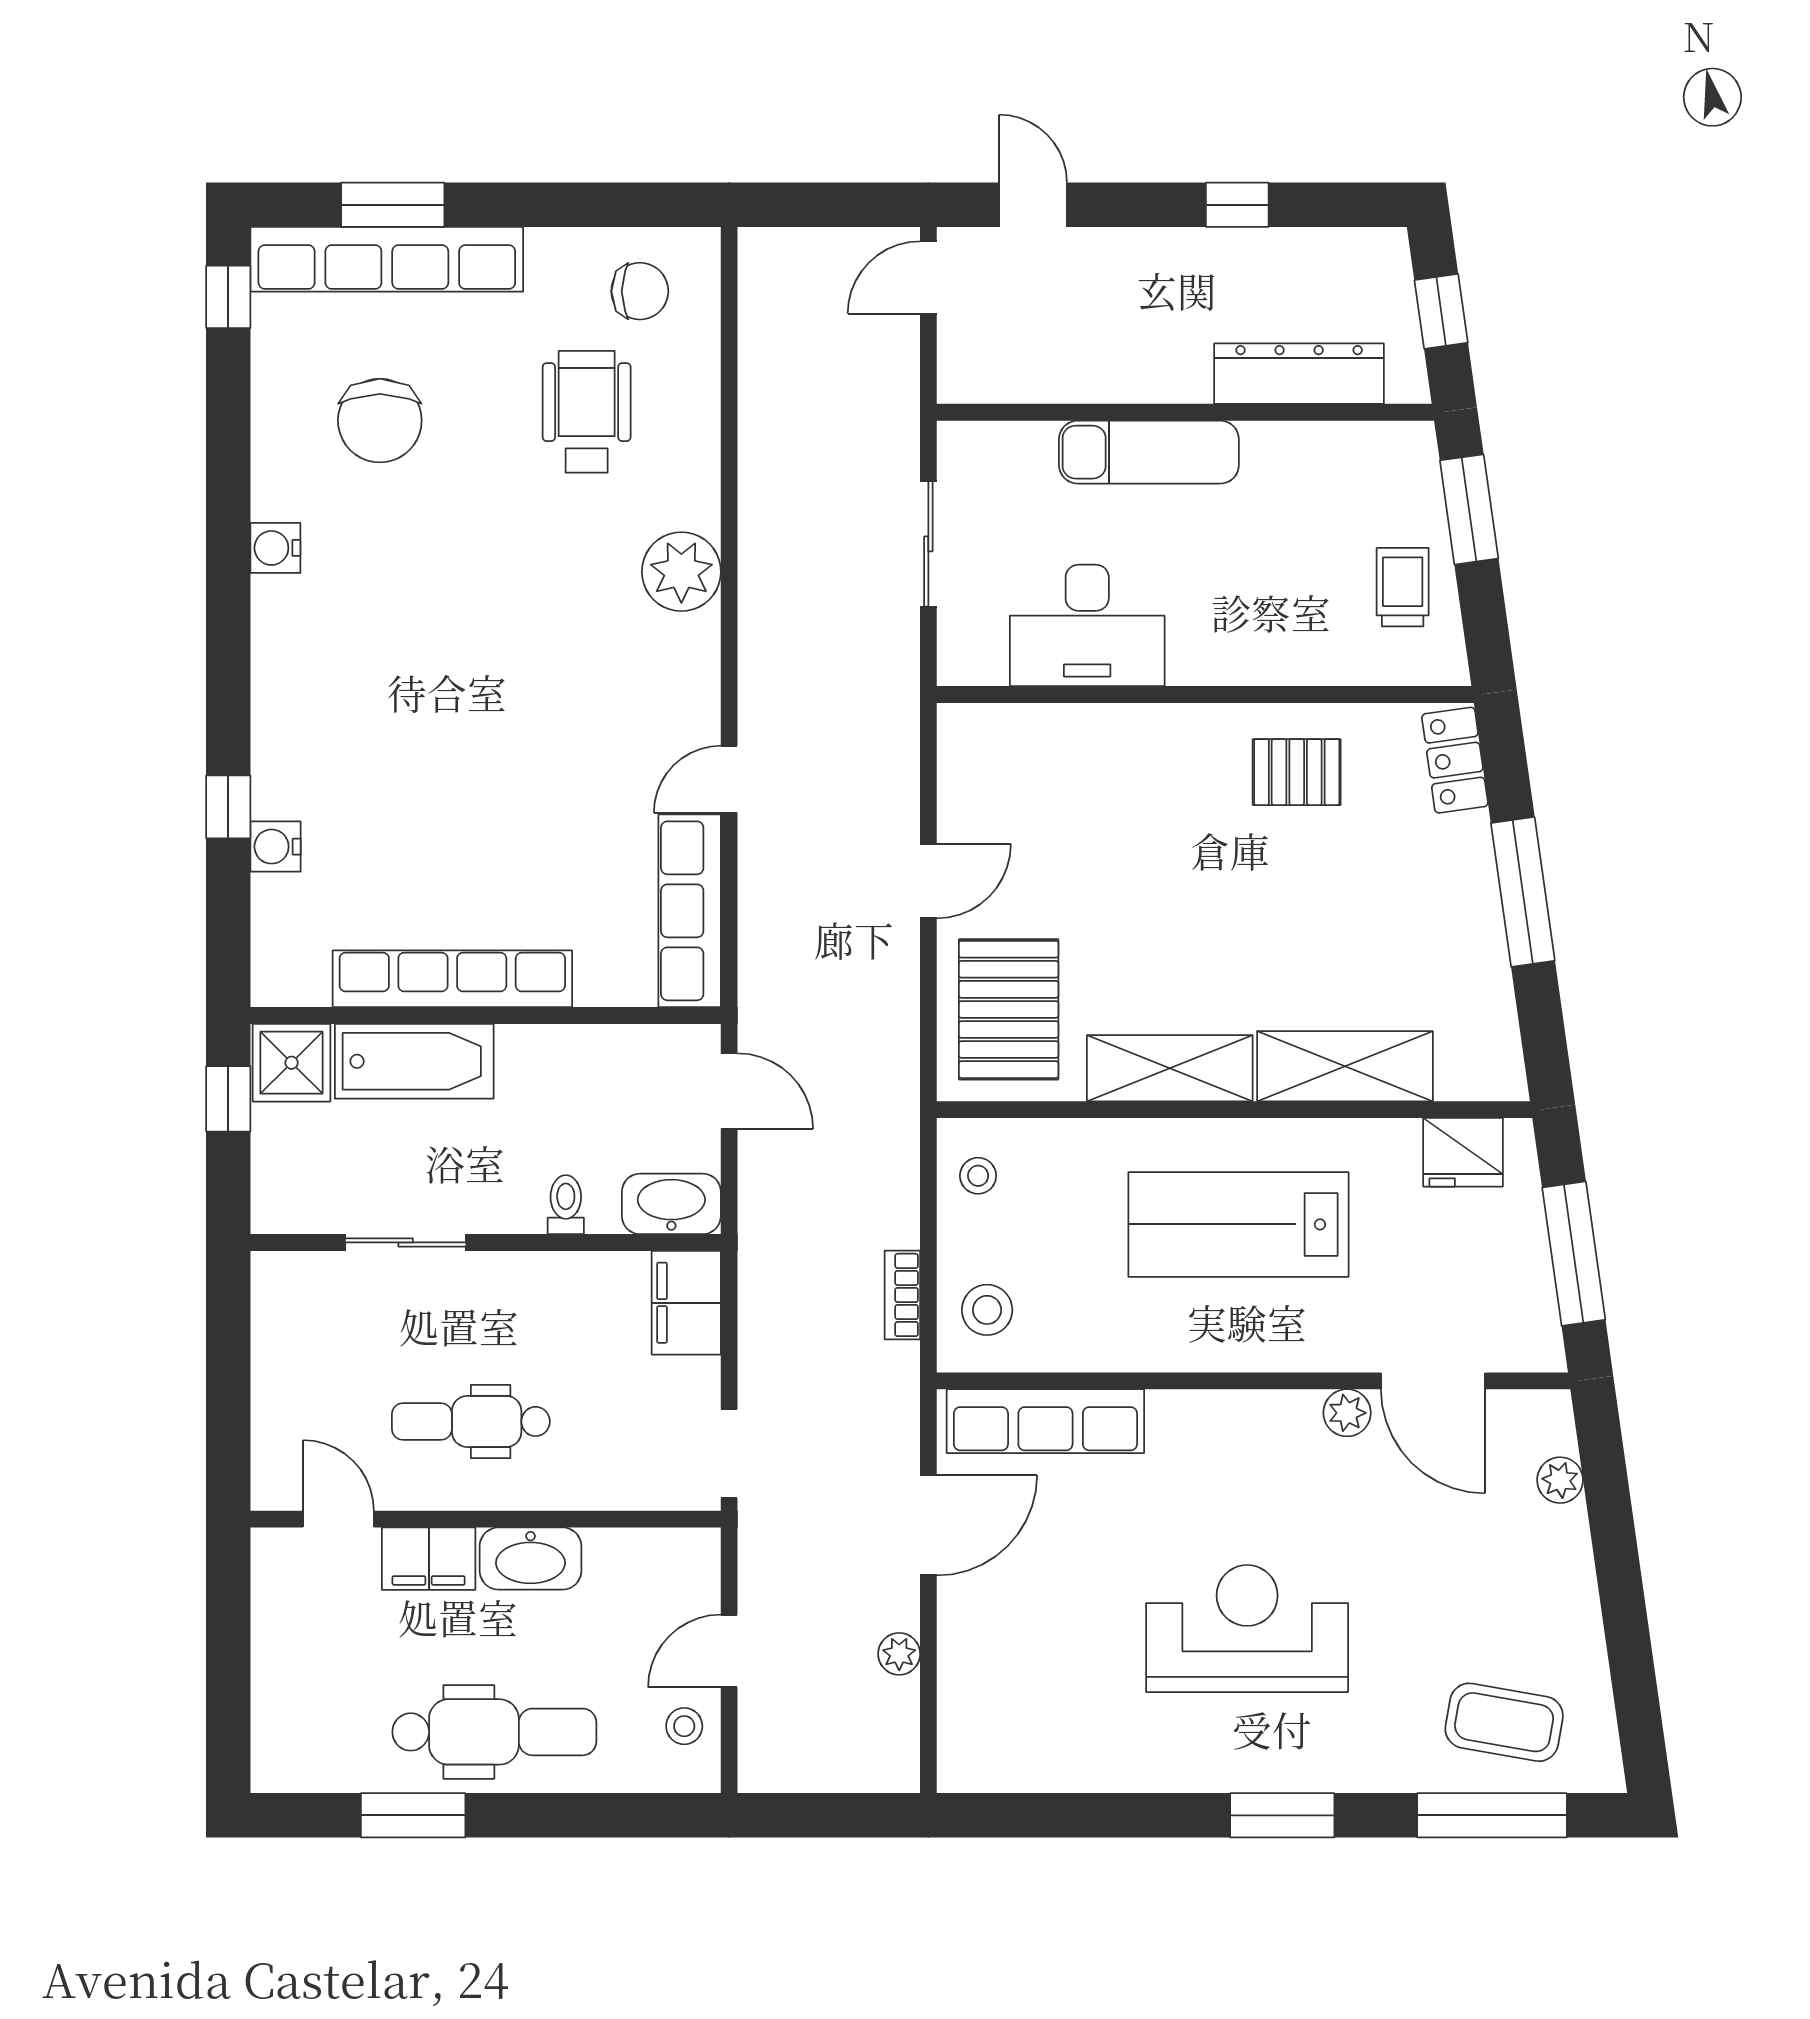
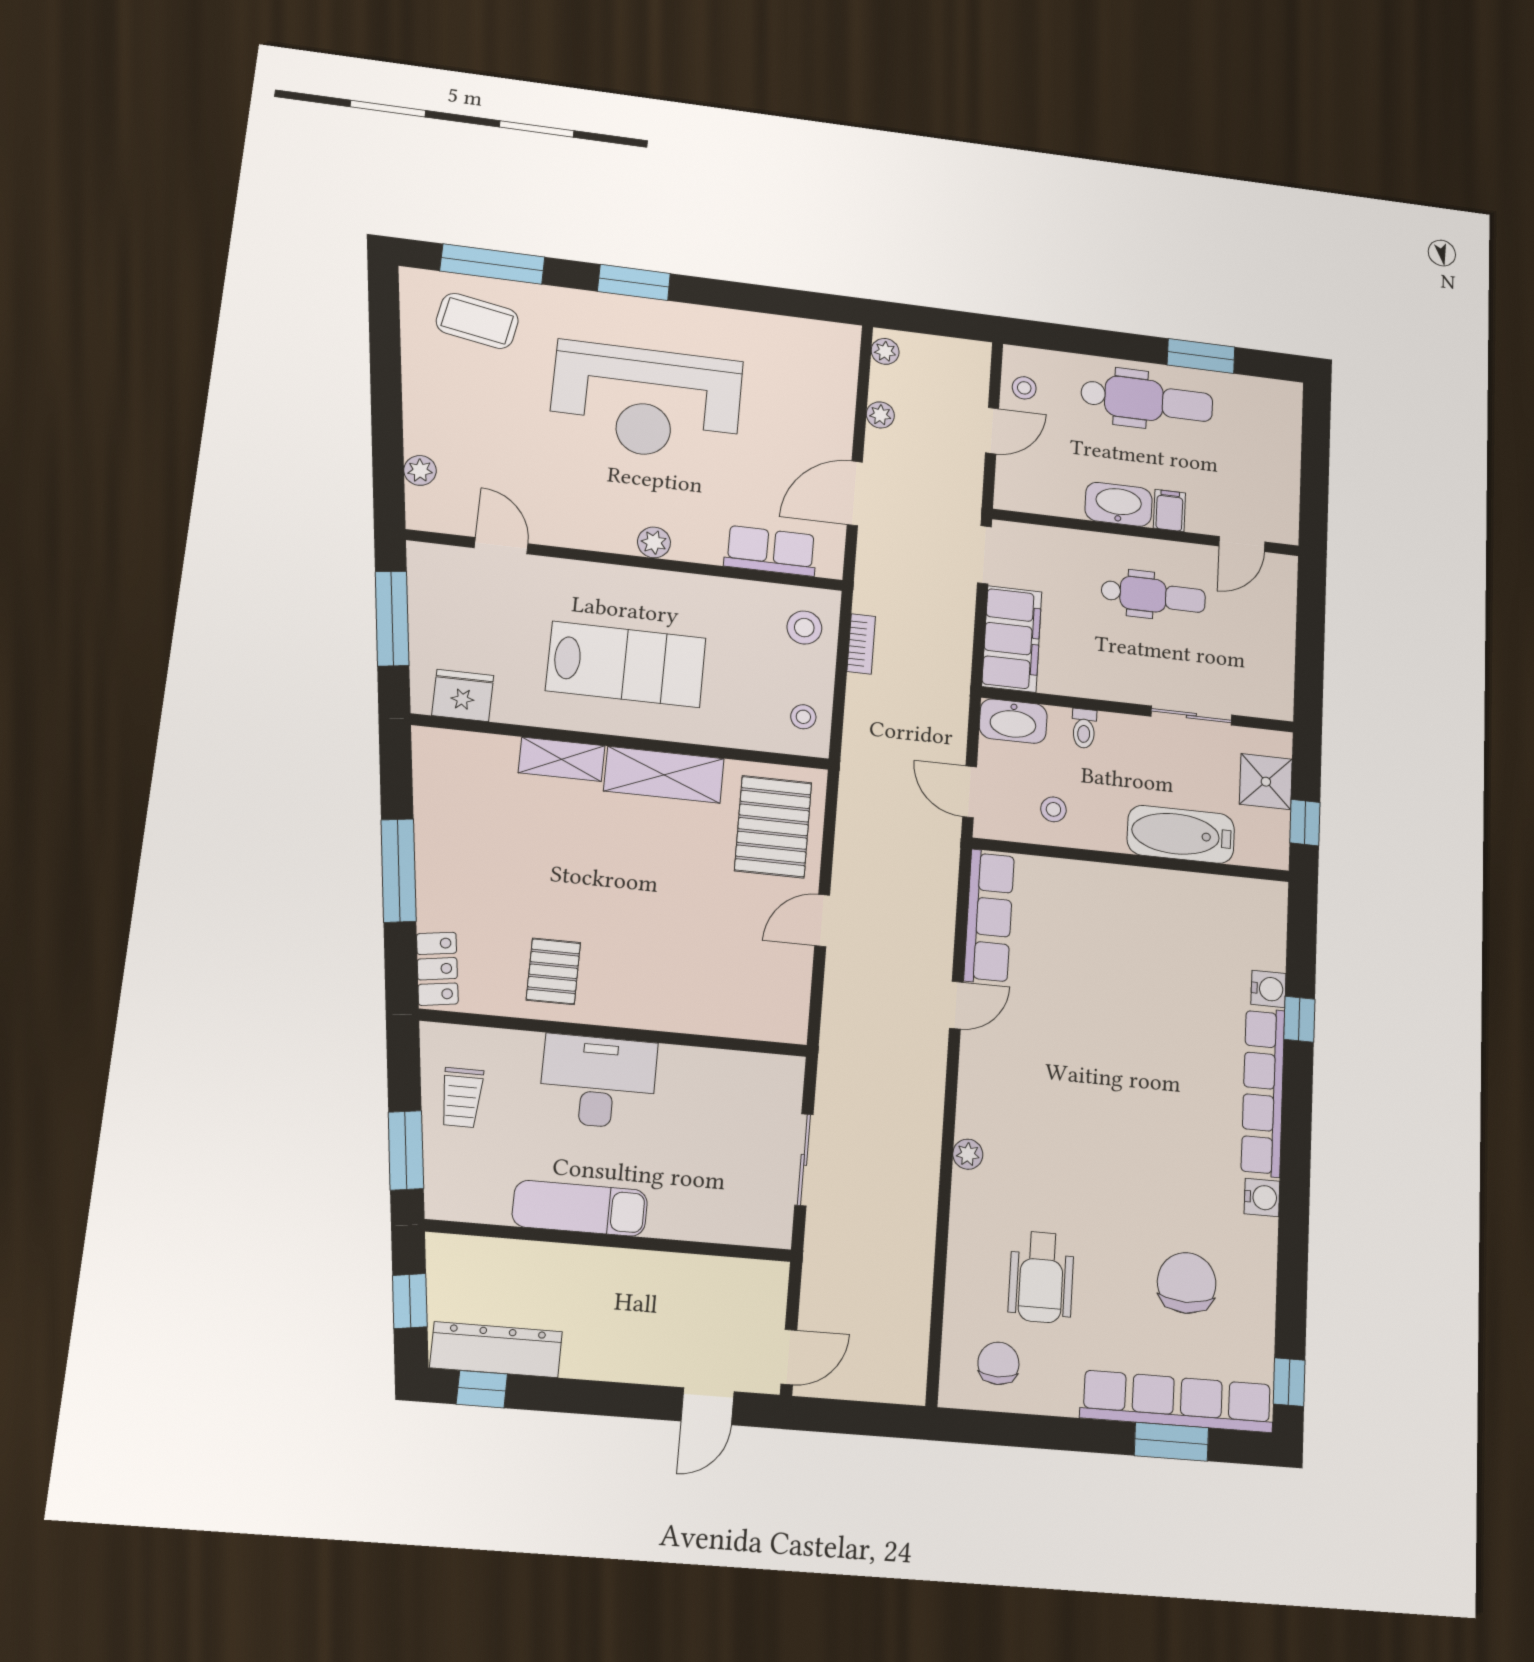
door: (1033, 205) -> (707, 1406), hinge flipped
window: (1237, 205) -> (482, 1389), moved
chair: (640, 291) -> (998, 1363), turned 90
dresser: (1299, 374) -> (496, 1350), moved, turned 180
exam couch: (1149, 452) -> (580, 1208), moved
plant: (681, 572) -> (968, 1154), width x0.53, depth x0.53
desk: (1087, 625) -> (598, 1082), moved
pallet: (1297, 772) -> (553, 971), turned 90
row of seats: (452, 979) -> (1263, 1092), moved, turned 90
shower: (292, 1063) -> (1266, 782), moved
shelving: (1345, 1066) -> (562, 759), width x0.67, depth x0.75
stool: (605, 1078) -> (1053, 809), added
filing cabinet: (686, 1303) -> (1012, 639), width x1.50, depth x1.17
door: (1433, 1381) -> (501, 546), width x0.73
plant: (1347, 1413) -> (654, 542), moved
row of seats: (1045, 1421) -> (771, 551), width x0.68
door: (338, 1519) -> (1242, 544), hinge flipped
filing cabinet: (429, 1559) -> (1169, 510), width x0.50
reception desk: (1247, 1628) -> (646, 402), width x1.36, depth x1.30
dental chair: (494, 1732) -> (1147, 400), turned 180
plant: (899, 1756) -> (885, 351), added

